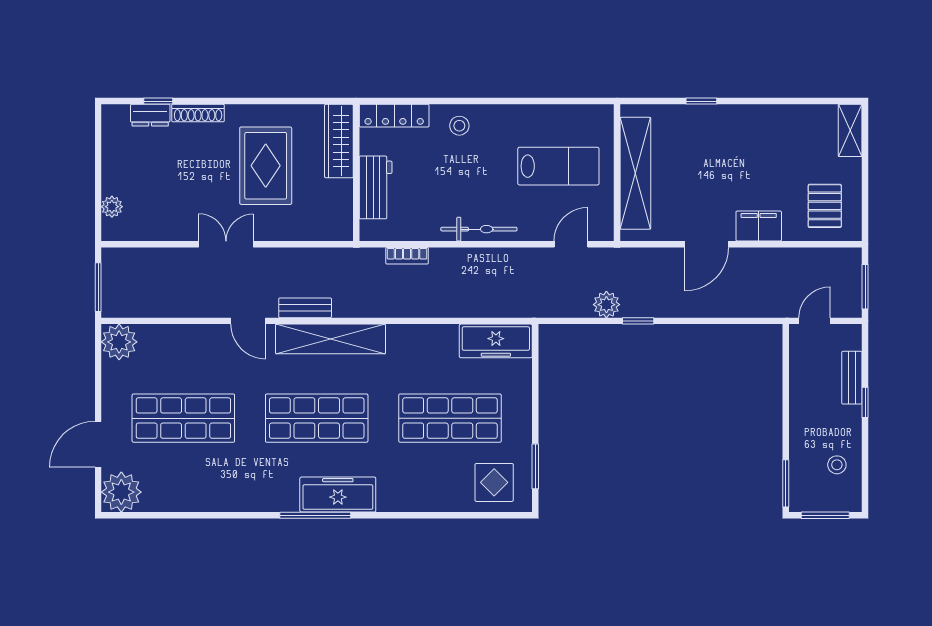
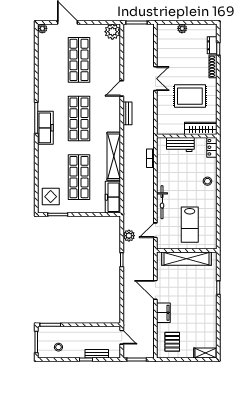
locker: (394, 116) -> (212, 147), width x0.66
pallet: (825, 206) -> (172, 342), turned 90
plant: (112, 207) -> (182, 28), moved
bicycle: (479, 229) -> (162, 202), moved
door: (571, 244) -> (155, 230), swing flipped
plant: (606, 305) -> (129, 236), moved
shelving: (331, 339) -> (114, 156), moved
plant: (121, 492) -> (42, 28), width x0.53, depth x0.53

